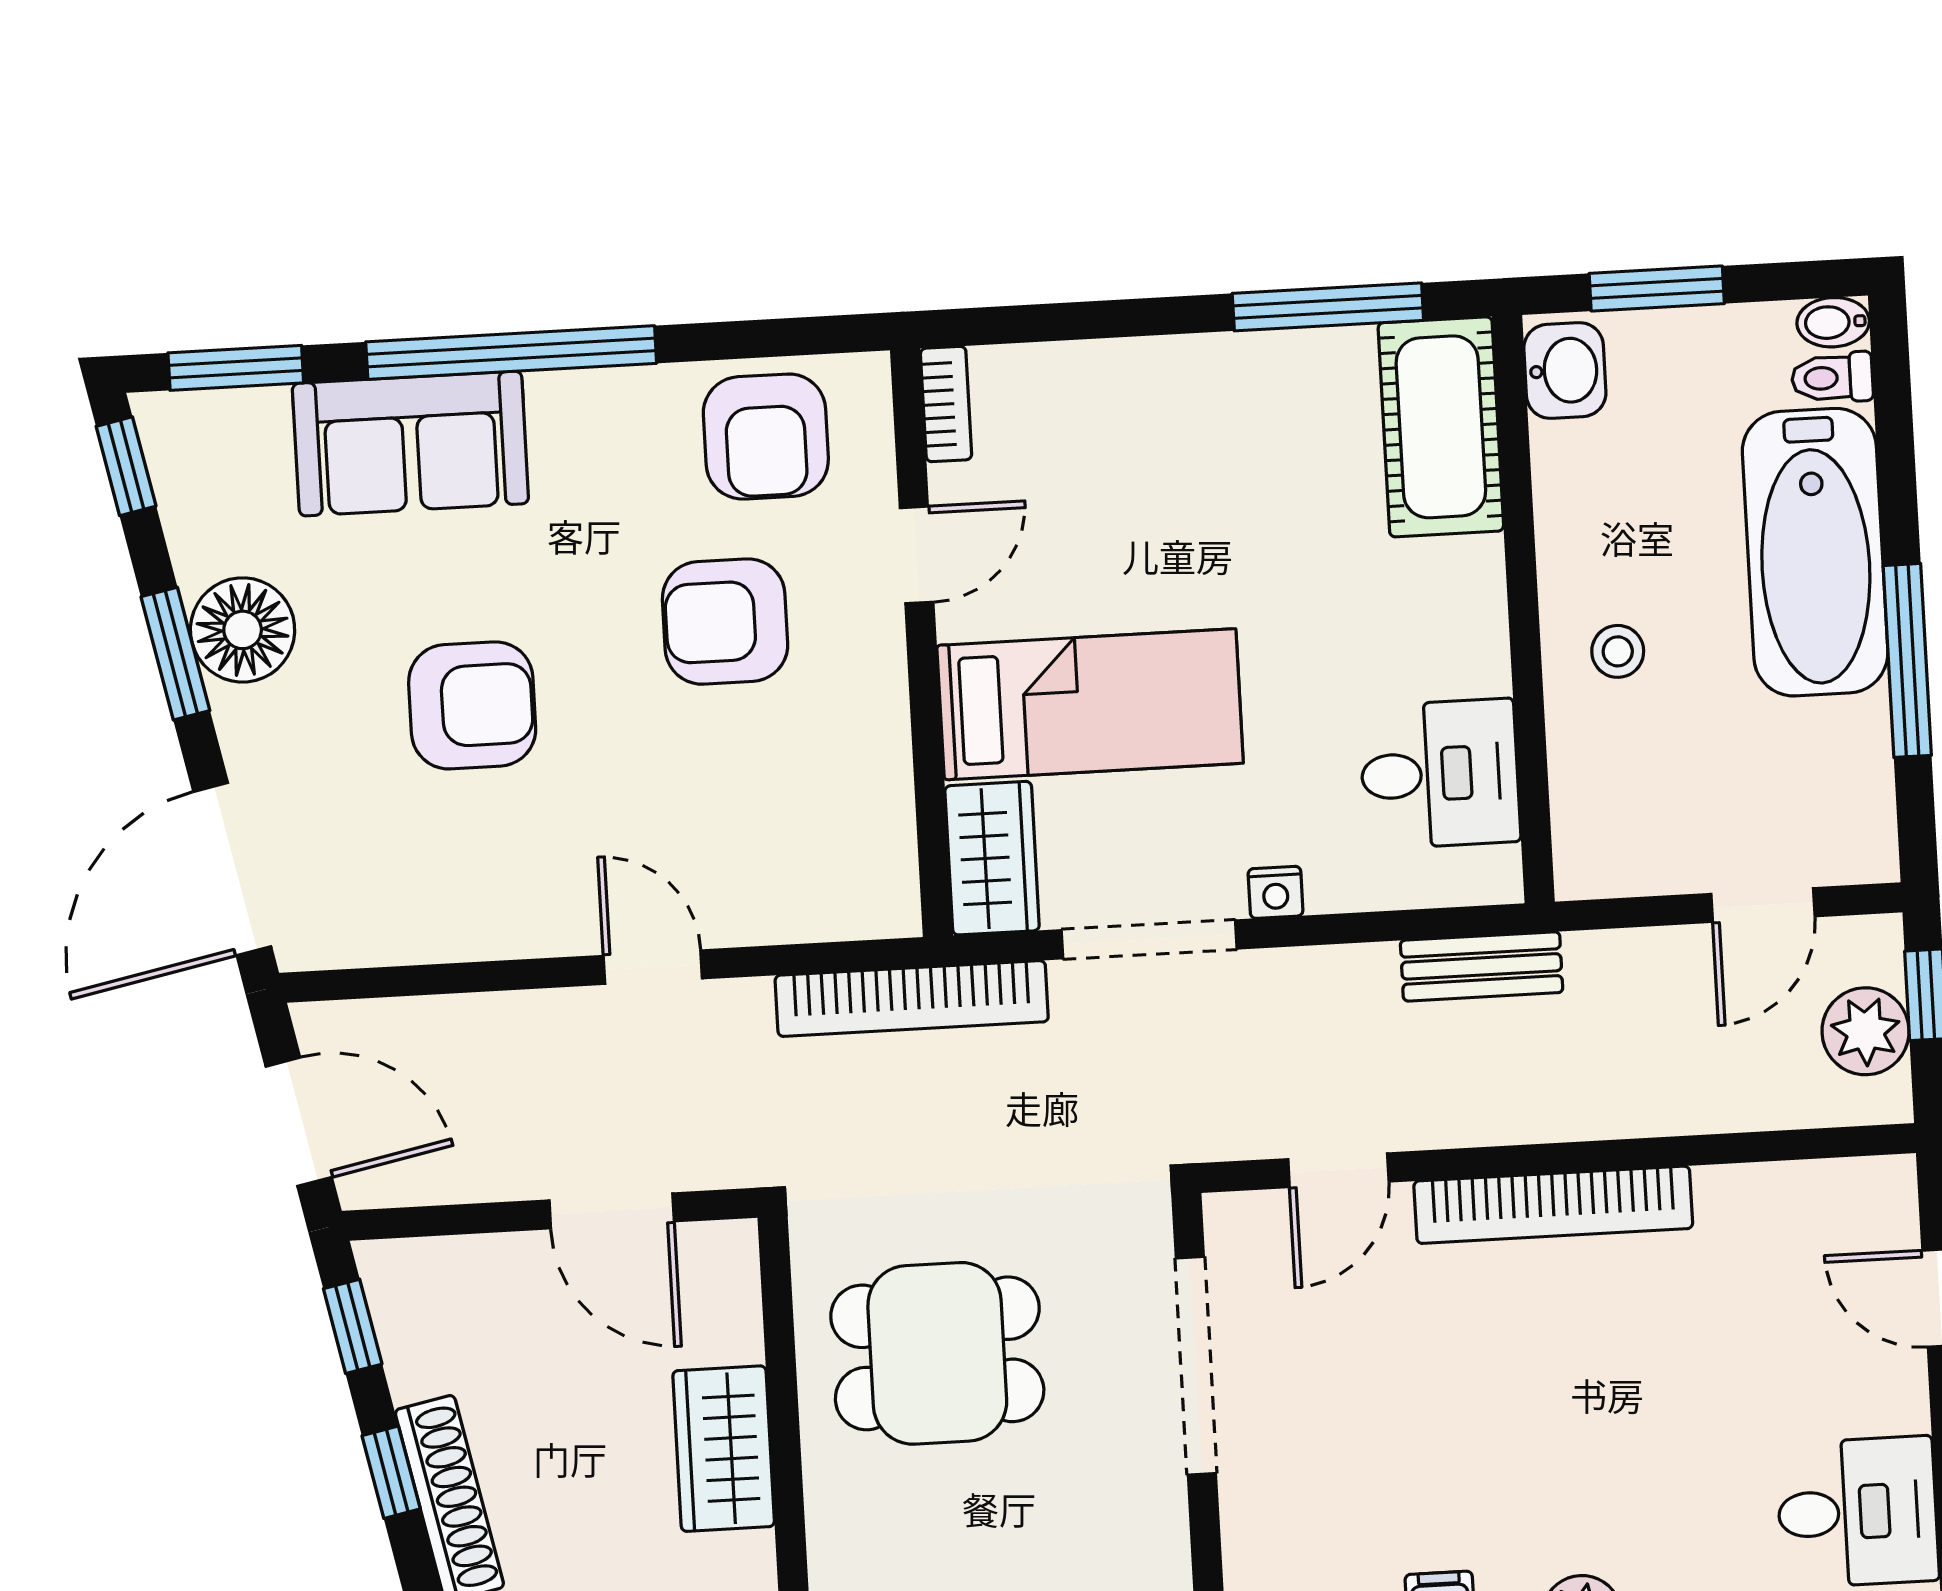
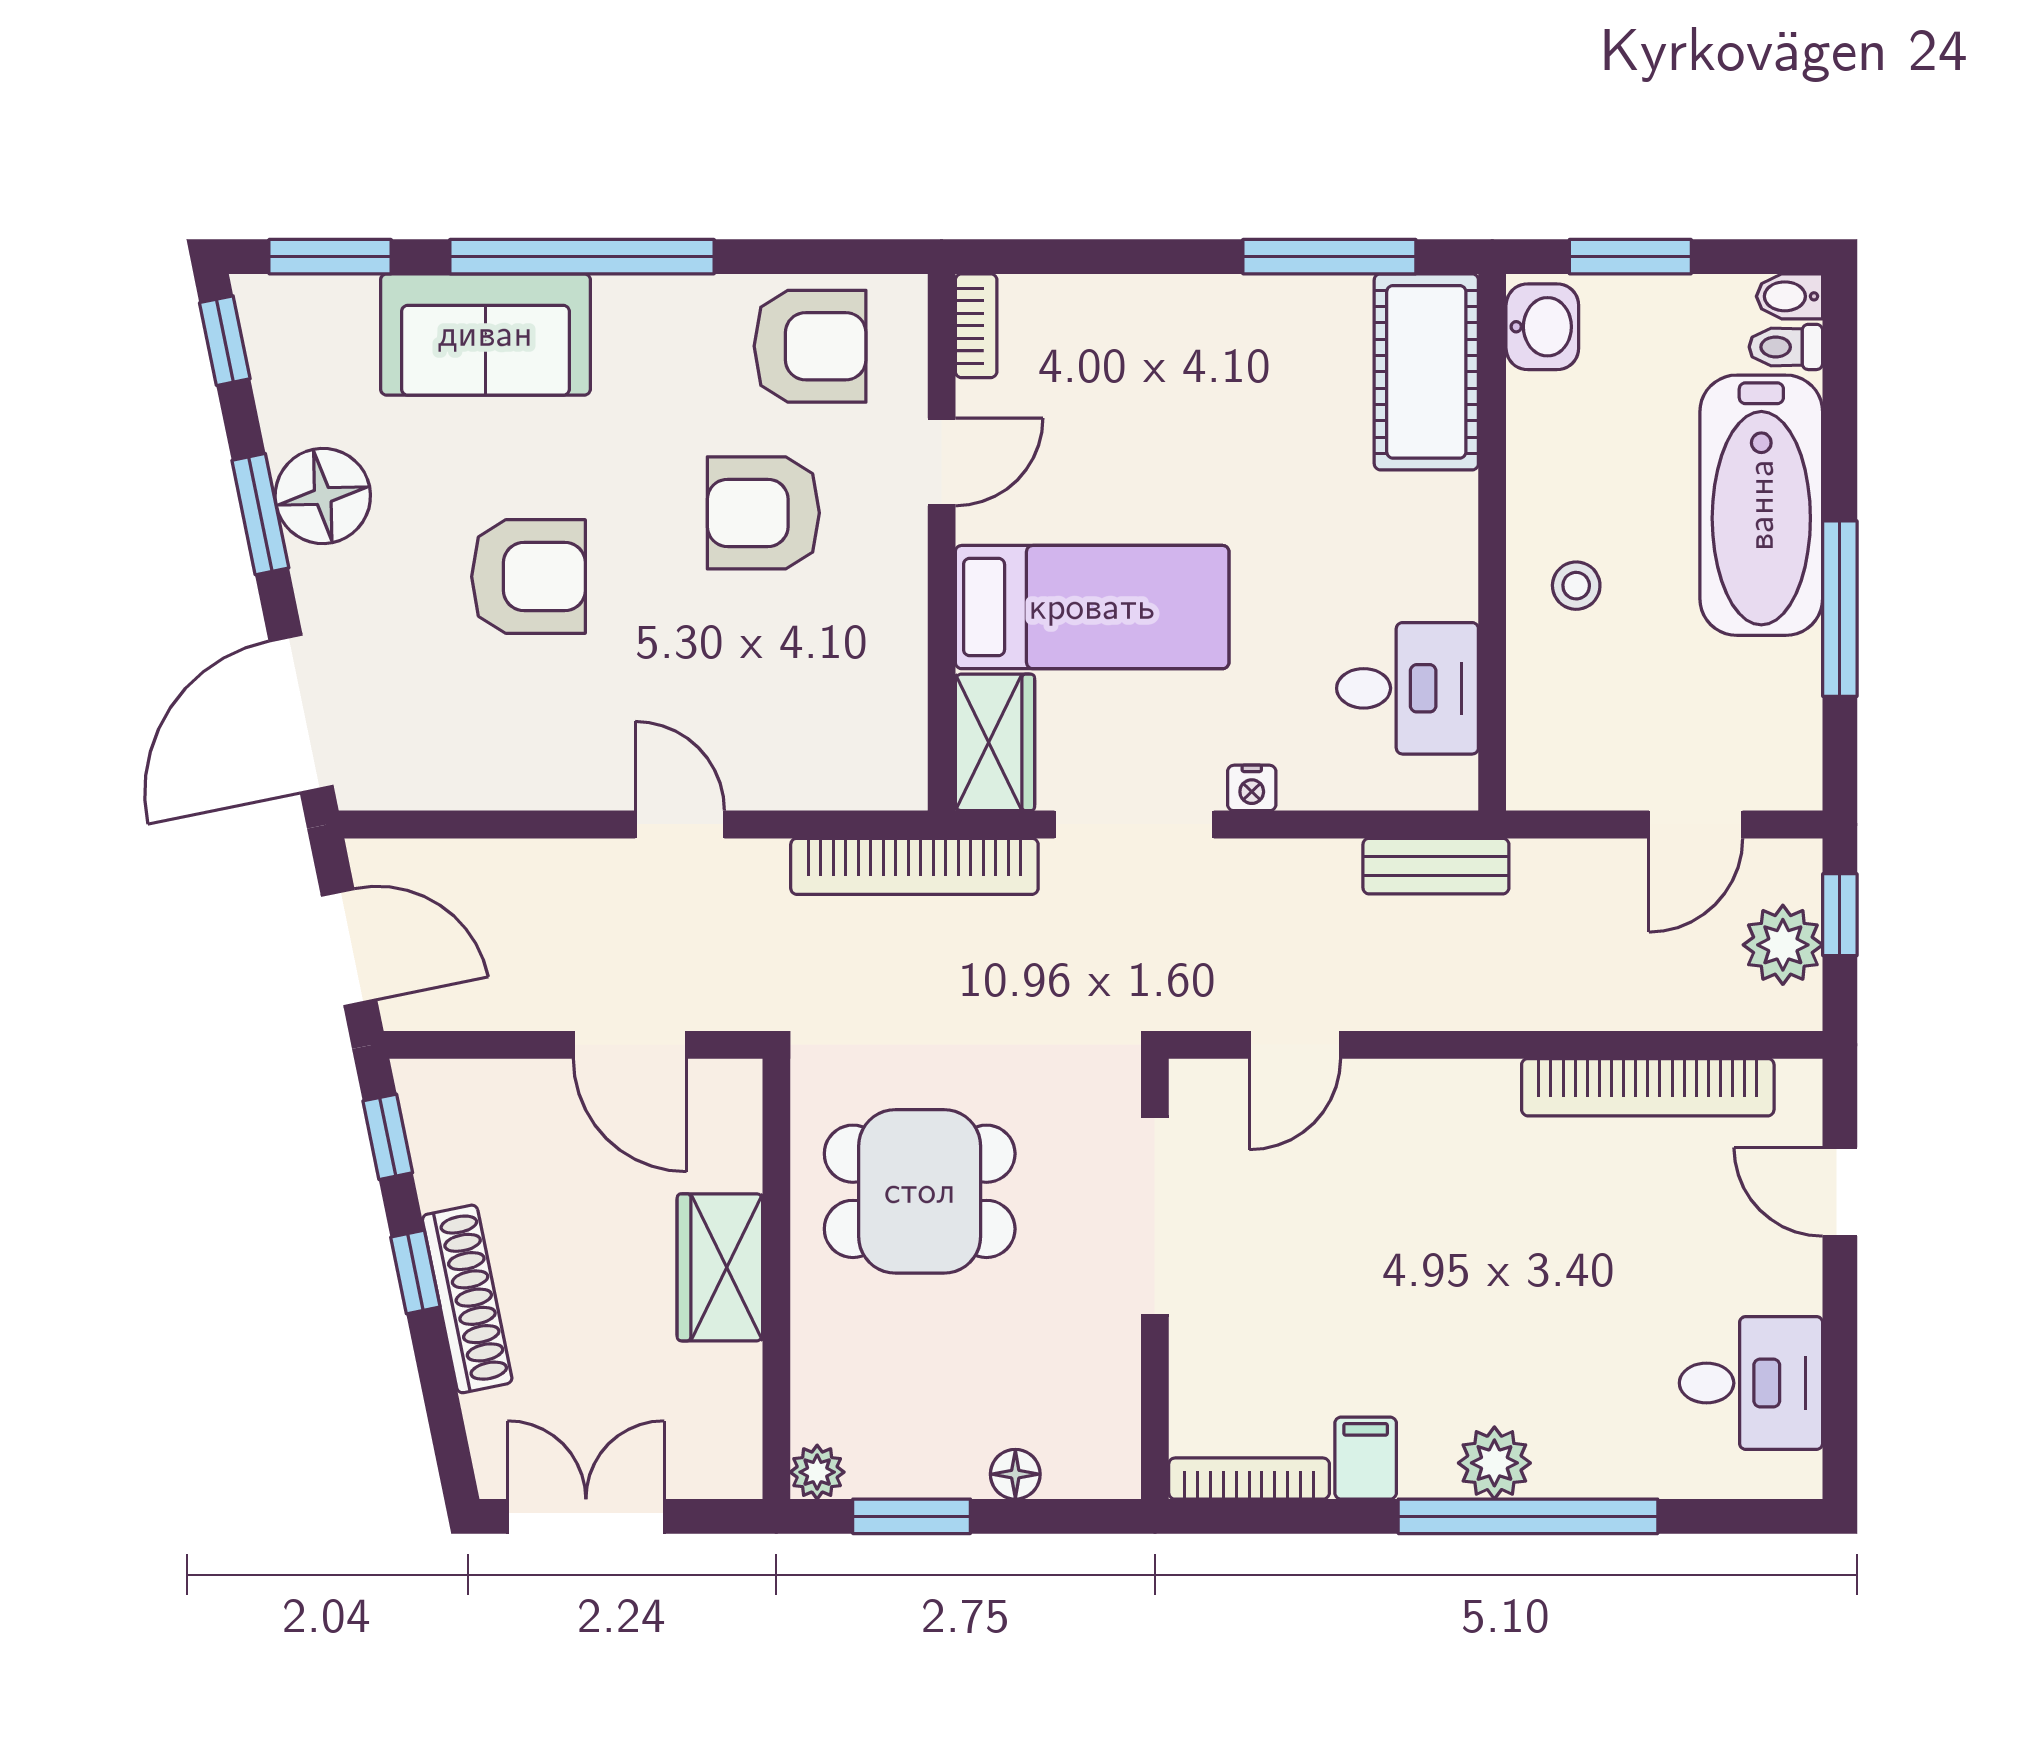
armchair: (766, 437) -> (810, 346), turned -90
bookcase: (1553, 1205) -> (1648, 1087), moved

